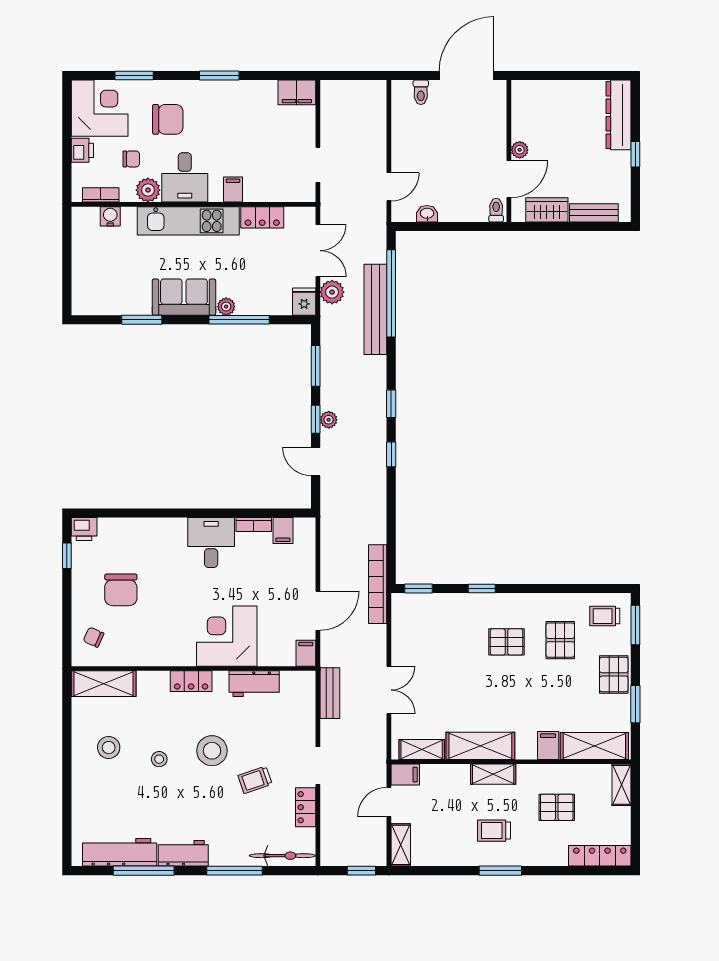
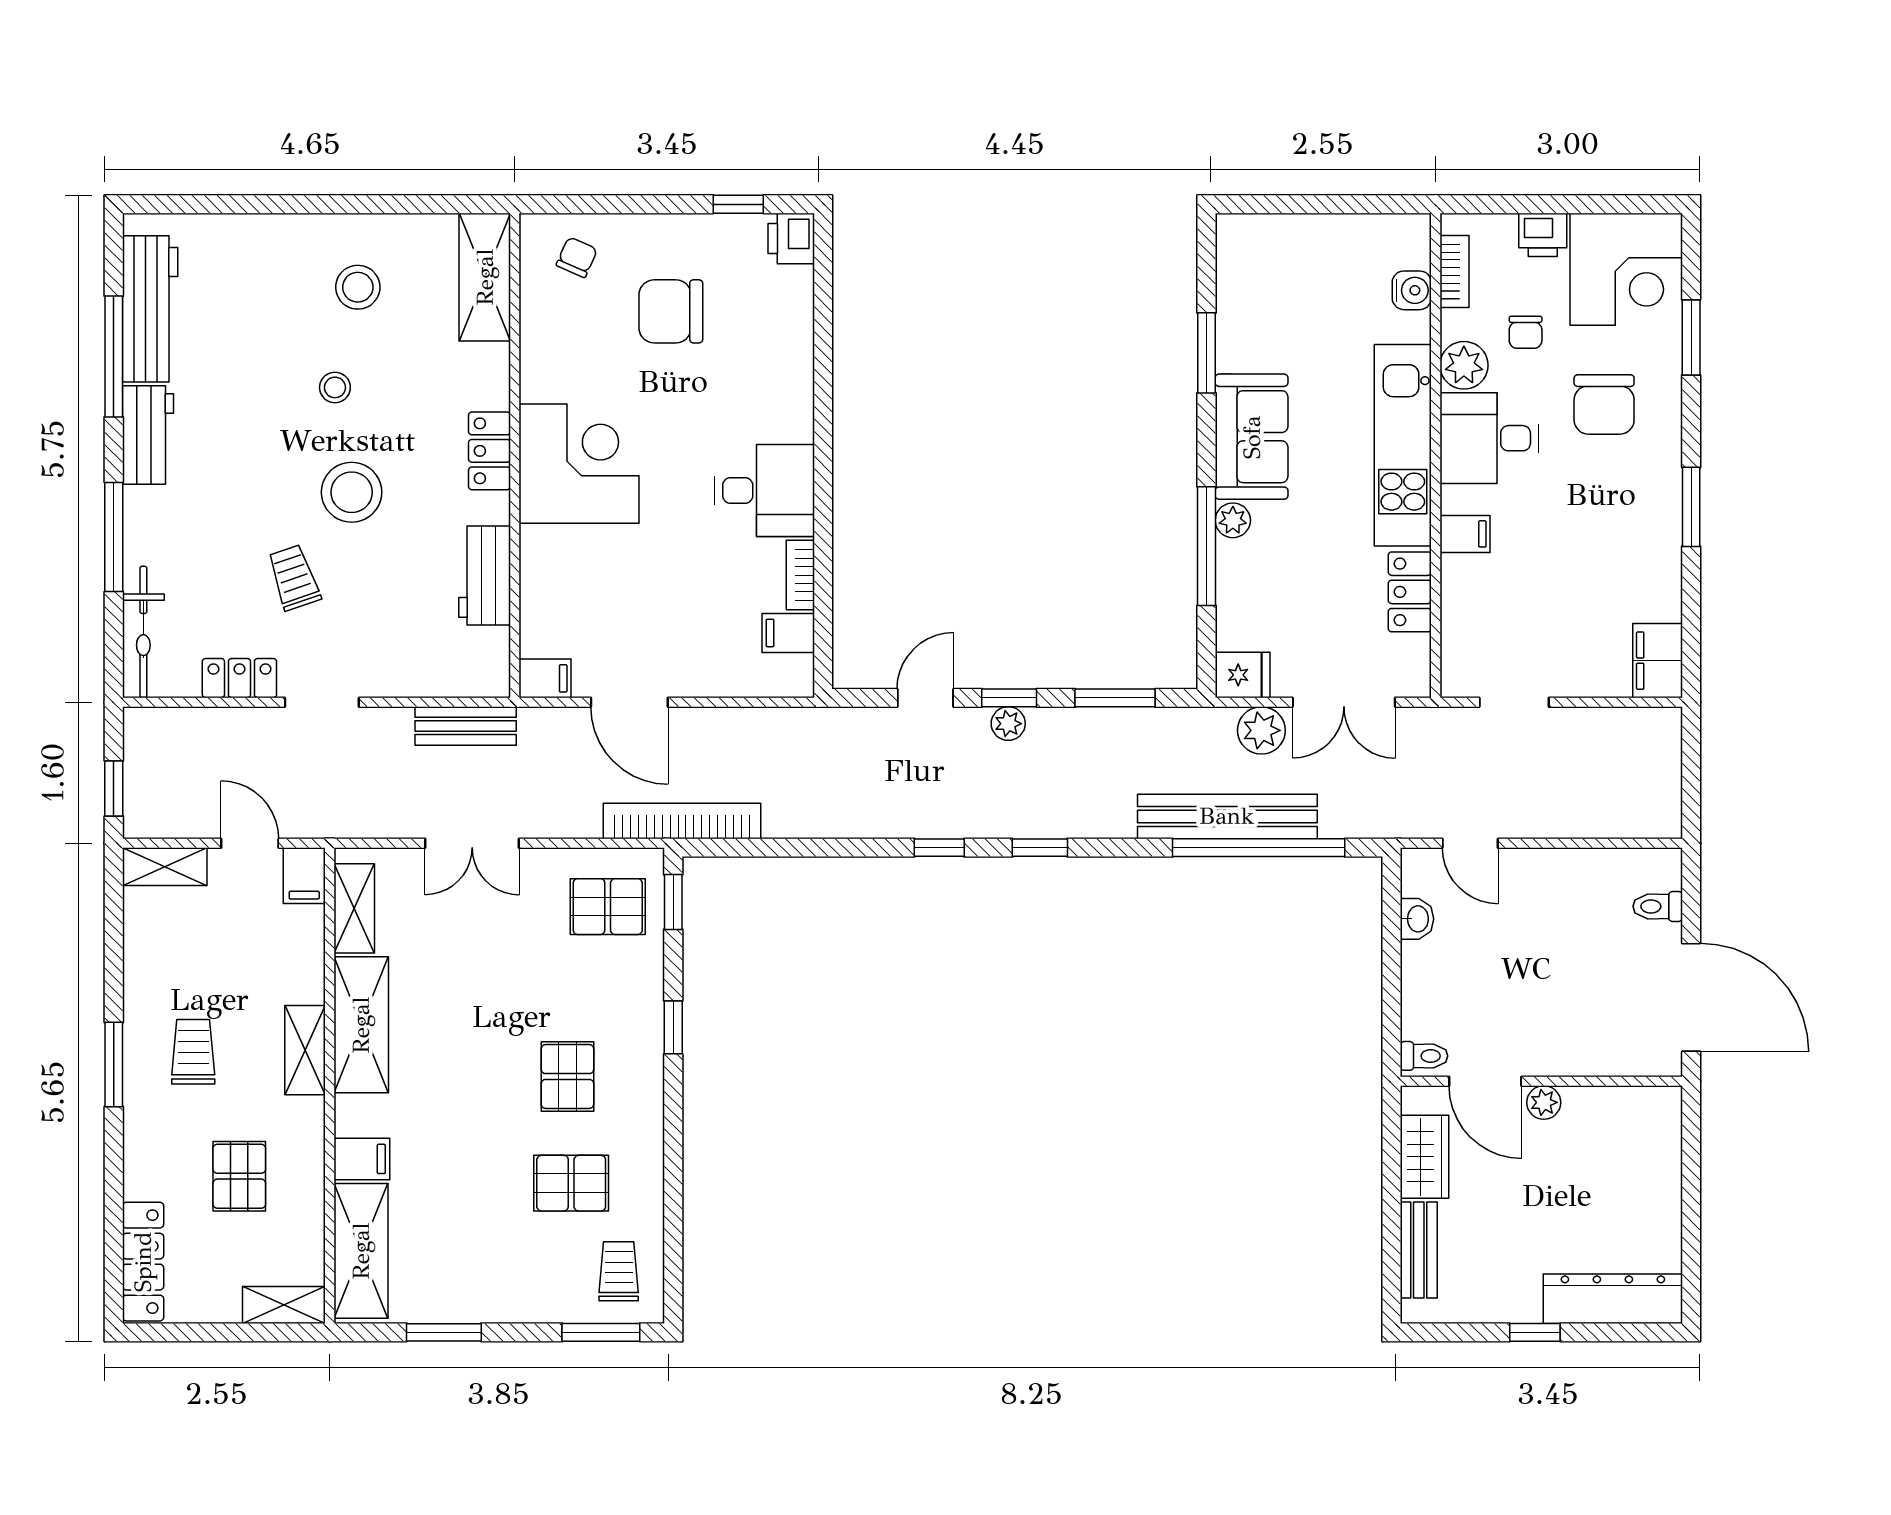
corner desk: (227, 636) -> (579, 464), moved
pallet: (614, 674) -> (608, 907), moved

